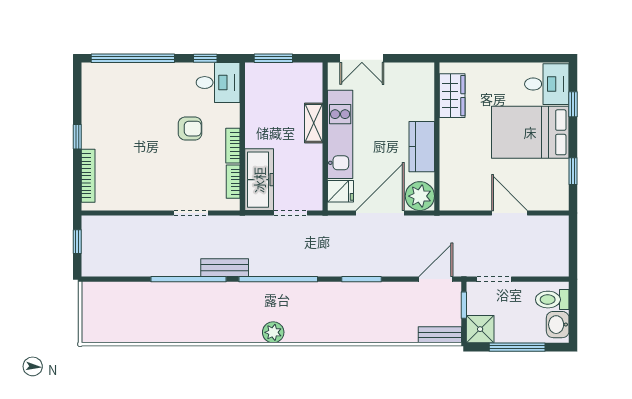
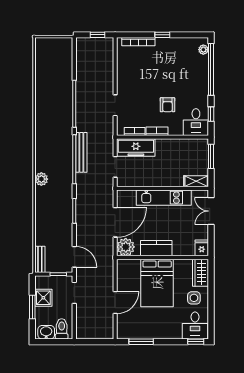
plant: (101, 70) -> (203, 50), added
side table: (502, 86) -> (194, 298), added
wardrobe: (452, 96) -> (201, 273), moved, turned 90
window: (573, 104) -> (196, 342), moved
shelving: (314, 123) -> (196, 181), moved
bed: (530, 132) -> (157, 283), moved, turned 180
window: (573, 171) -> (141, 342), width x1.50
fridge: (341, 191) -> (202, 248), moved, turned 180
door: (380, 213) -> (115, 222), hinge flipped
bench: (225, 268) -> (81, 152), moved, width x1.36
shower: (480, 329) -> (43, 298), moved
plant: (273, 332) -> (41, 179), moved
window: (517, 347) -> (32, 307), width x0.69

